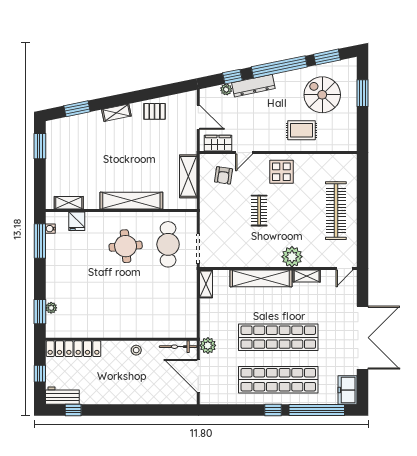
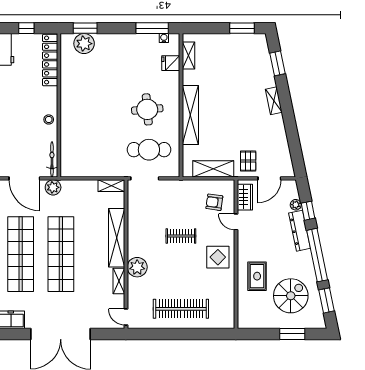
pallet: (155, 111) -> (248, 161), moved
plant: (51, 308) -> (84, 44), width x1.87, depth x1.87
door: (198, 376) -> (24, 178), swing flipped

